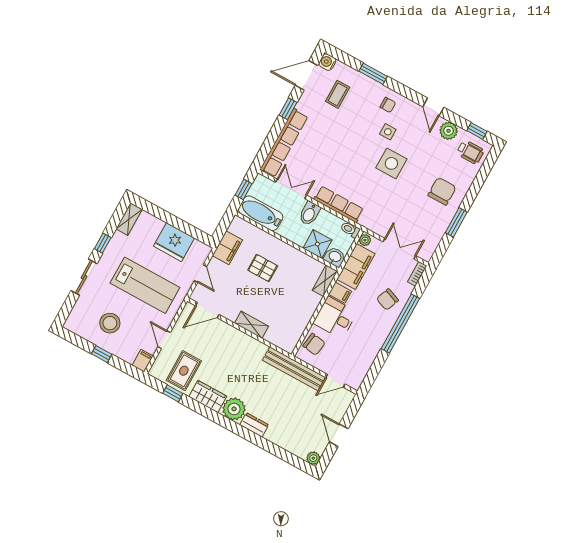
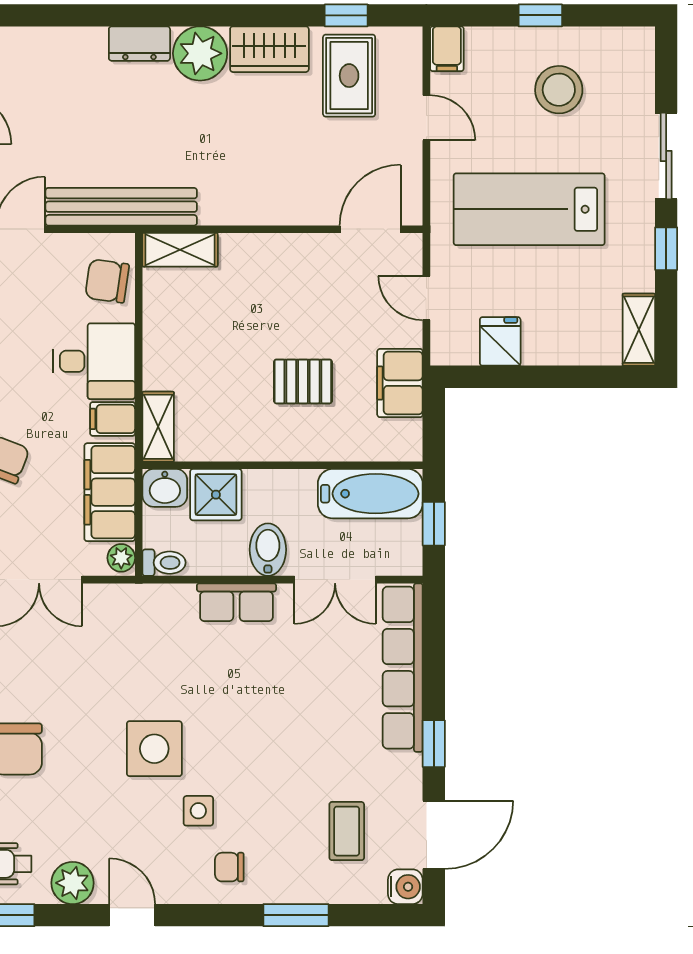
row of seats: (339, 204) -> (236, 602), width x0.68
fridge: (174, 242) -> (500, 341), width x0.53, depth x0.75
shelving: (252, 325) -> (180, 250), moved

